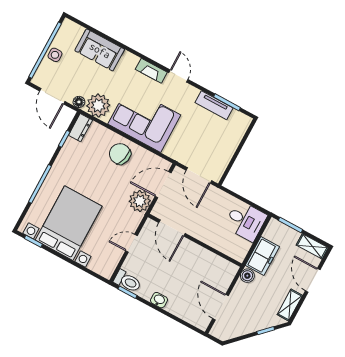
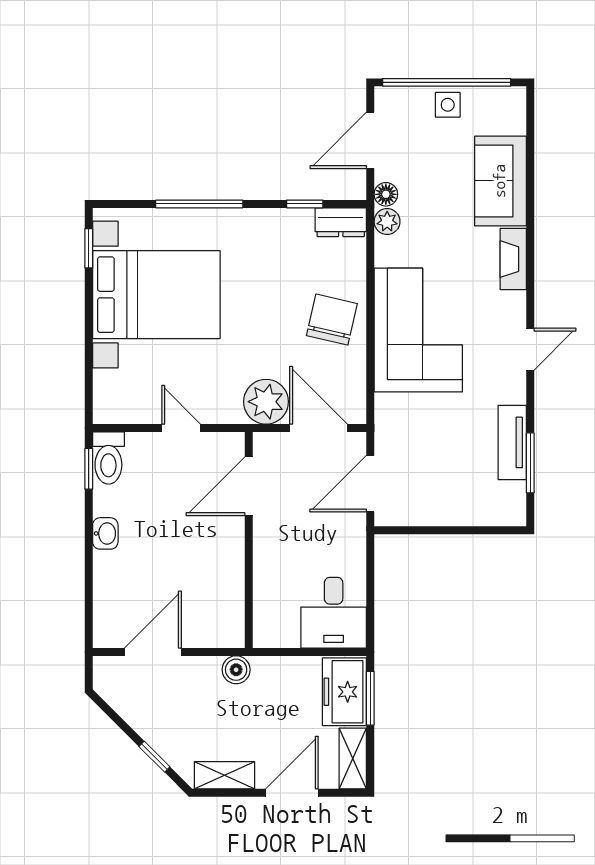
fireplace: (151, 71) -> (513, 259), moved
plant: (98, 105) -> (387, 222), width x0.53, depth x0.53
freezer: (262, 256) -> (344, 692), moved, turned 90

